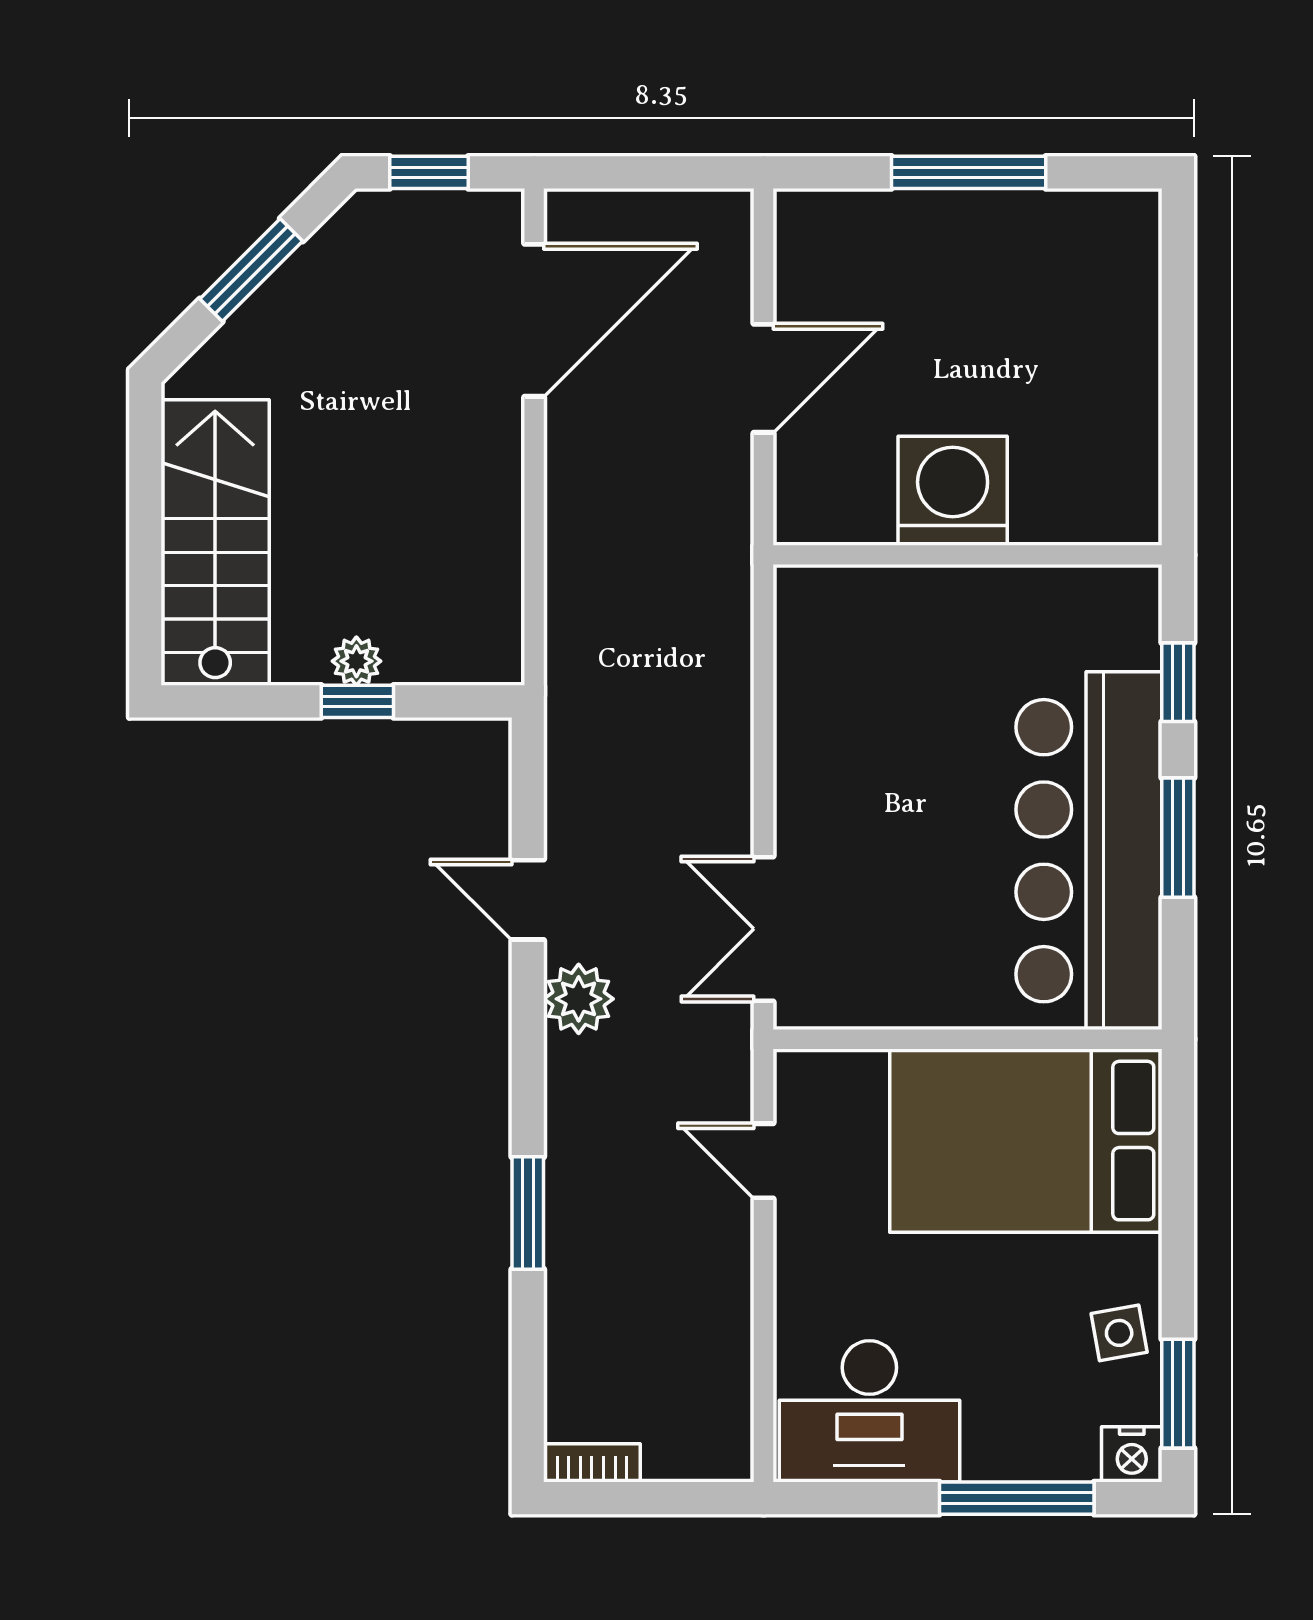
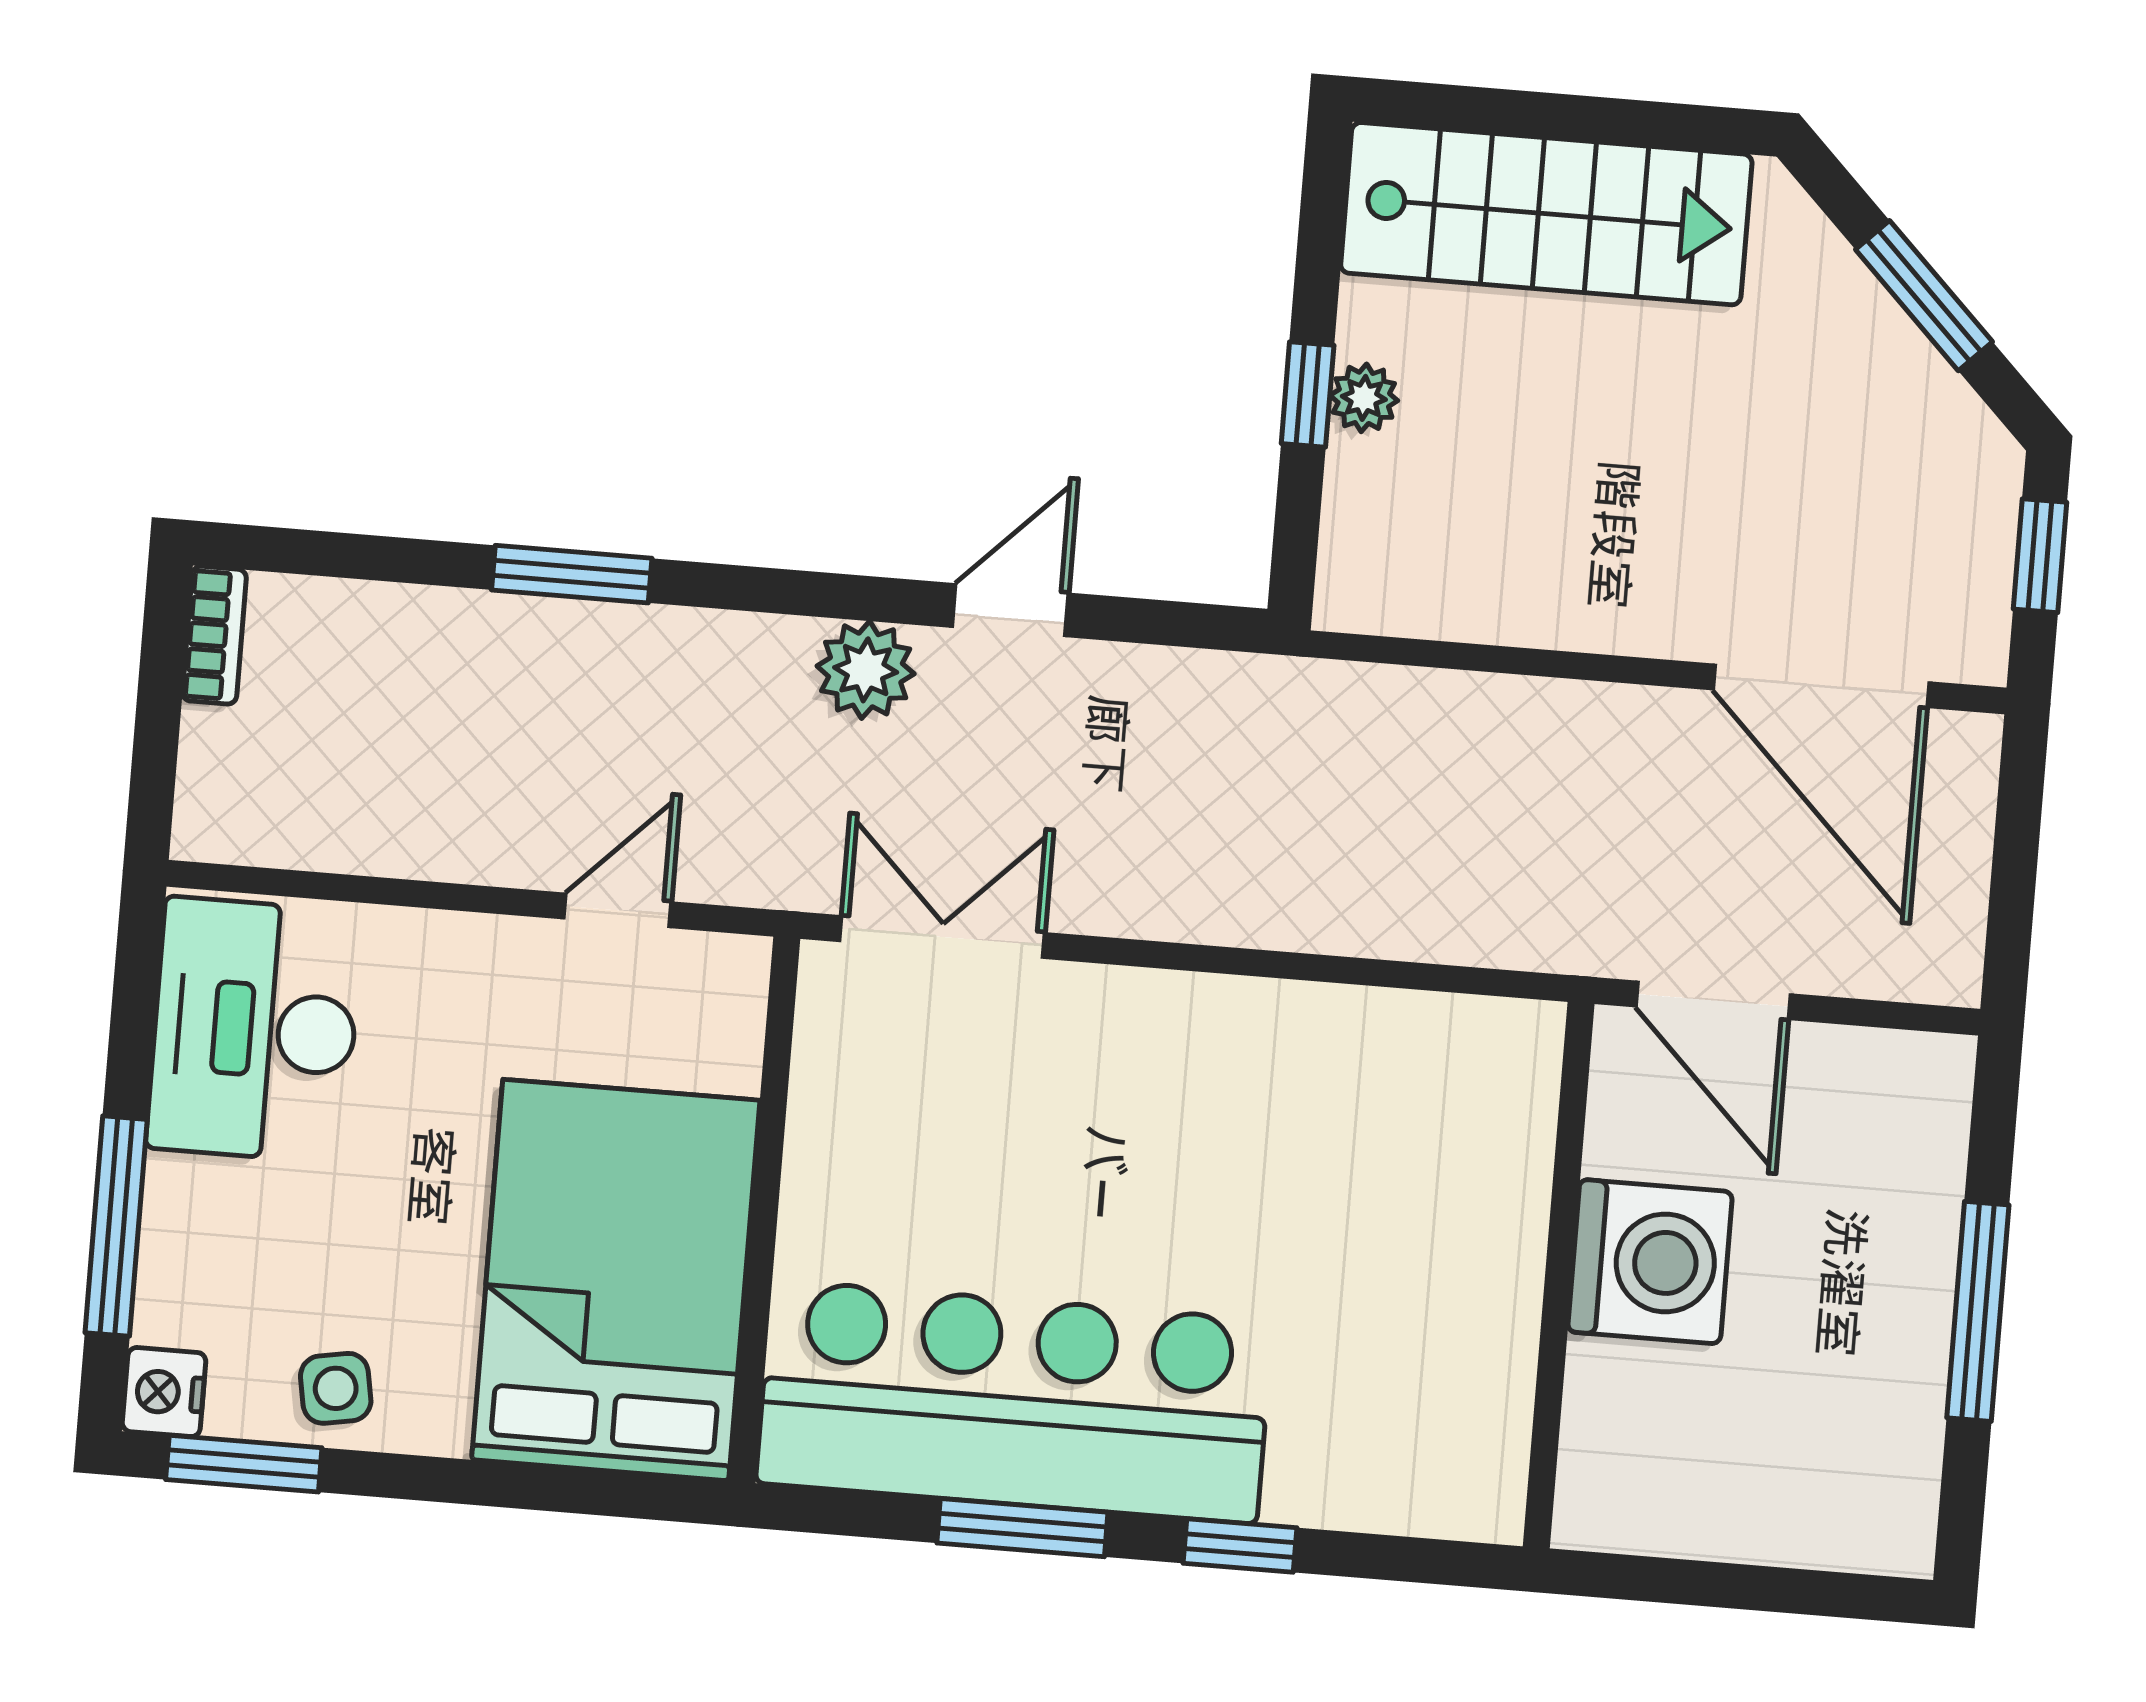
washing machine: (953, 491) -> (1650, 1262), moved
wall: (968, 555) -> (1559, 1275), moved

